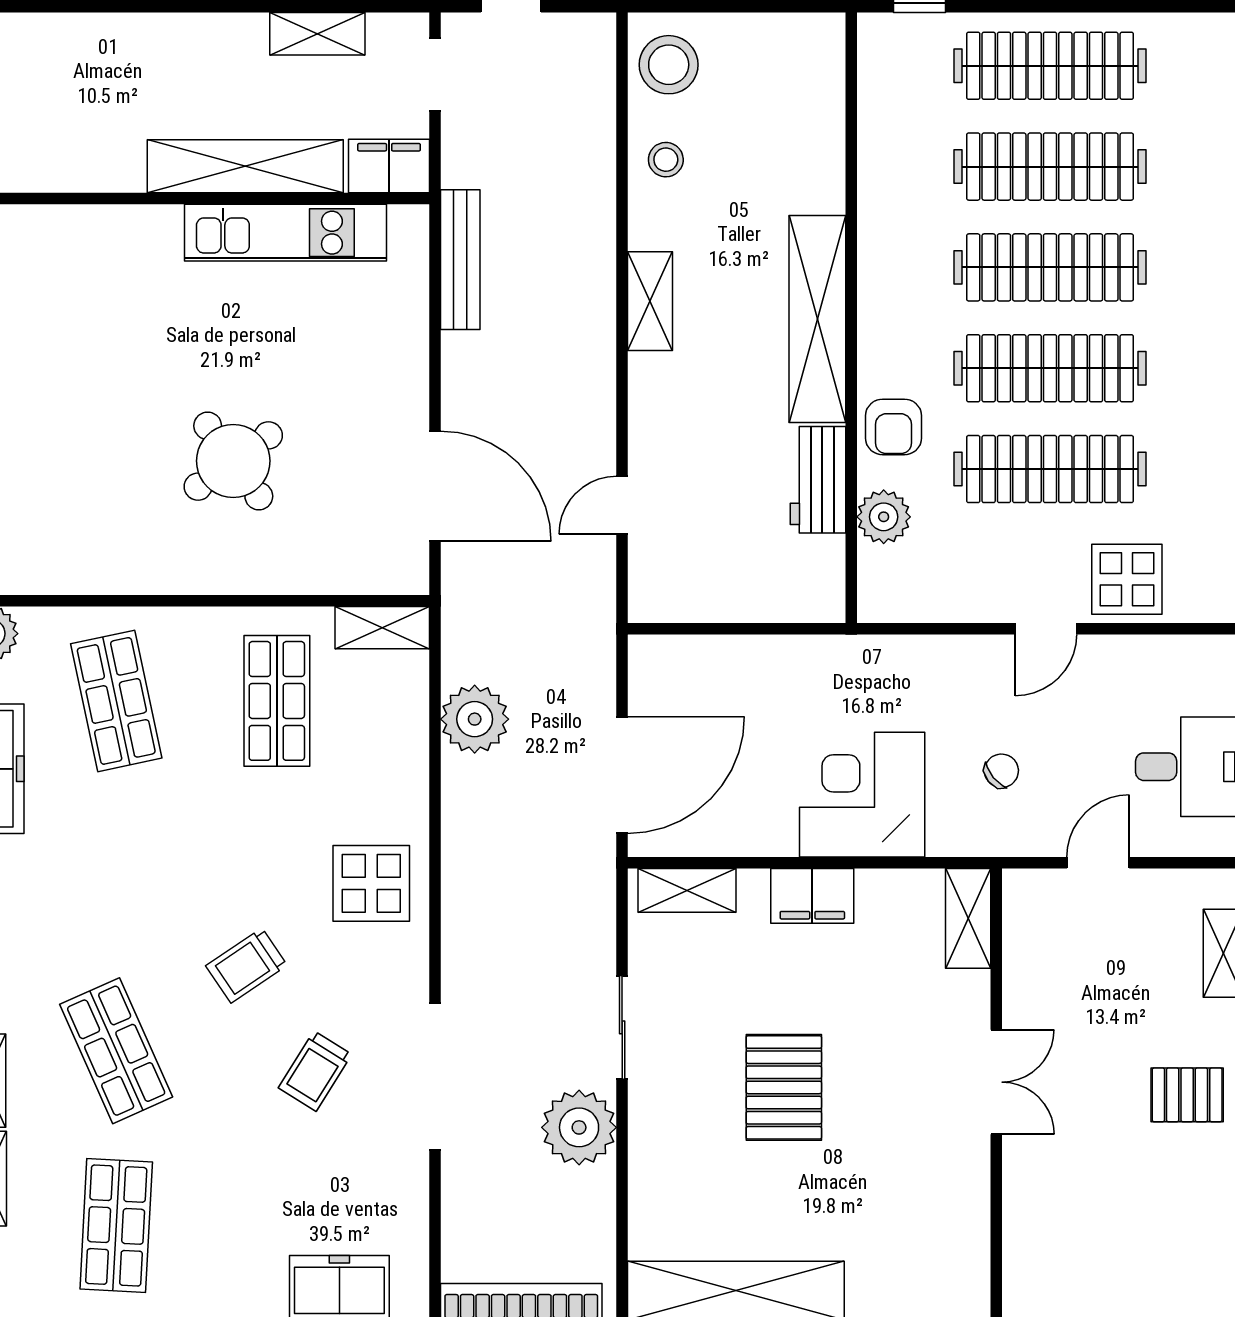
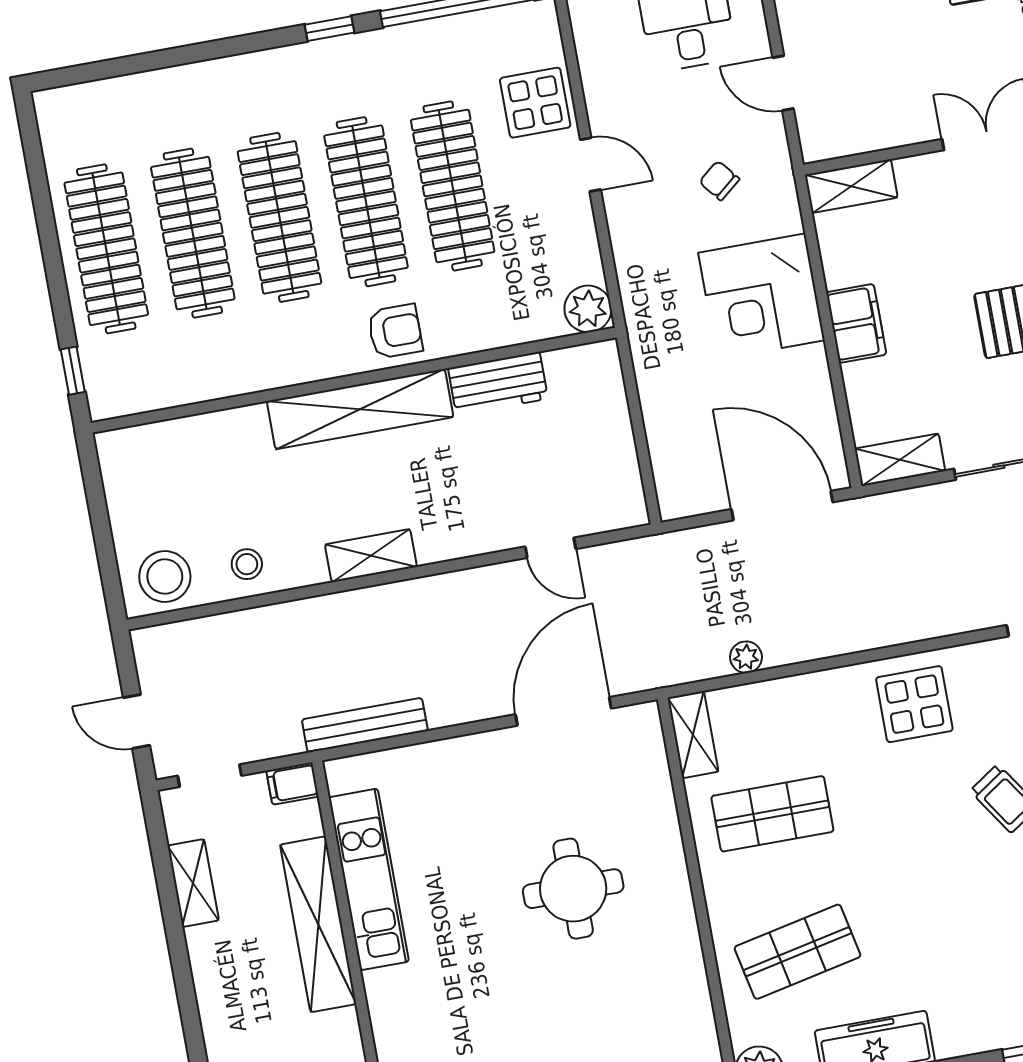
filing cabinet: (389, 166) -> (292, 784), width x0.50
armchair: (894, 427) -> (395, 331), moved
round table: (233, 461) -> (573, 889), turned 36
plant: (884, 517) -> (588, 309), moved
plant: (475, 719) -> (746, 657), width x0.53, depth x0.53
shelving: (687, 890) -> (900, 460), moved, turned 90

